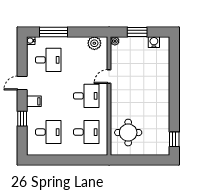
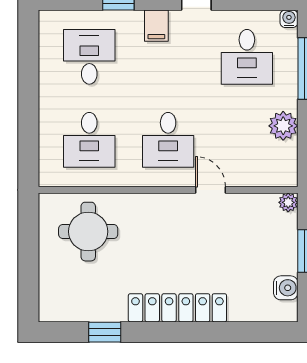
plant: (94, 43) -> (283, 126), moved
locker: (163, 92) -> (177, 308), added
desk: (48, 132) -> (89, 57), turned 180
window: (174, 139) -> (105, 332), moved

